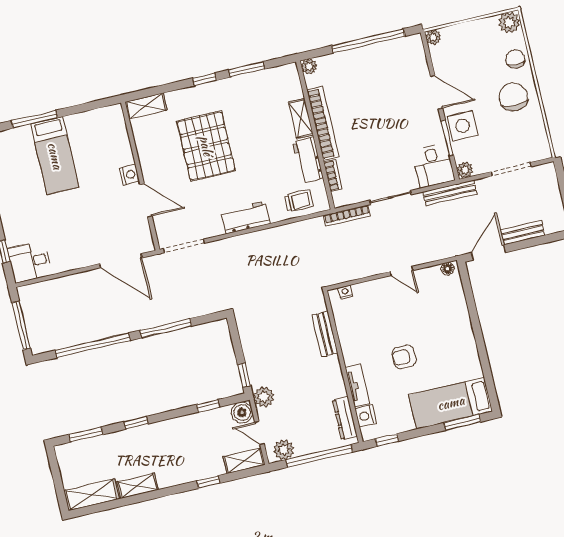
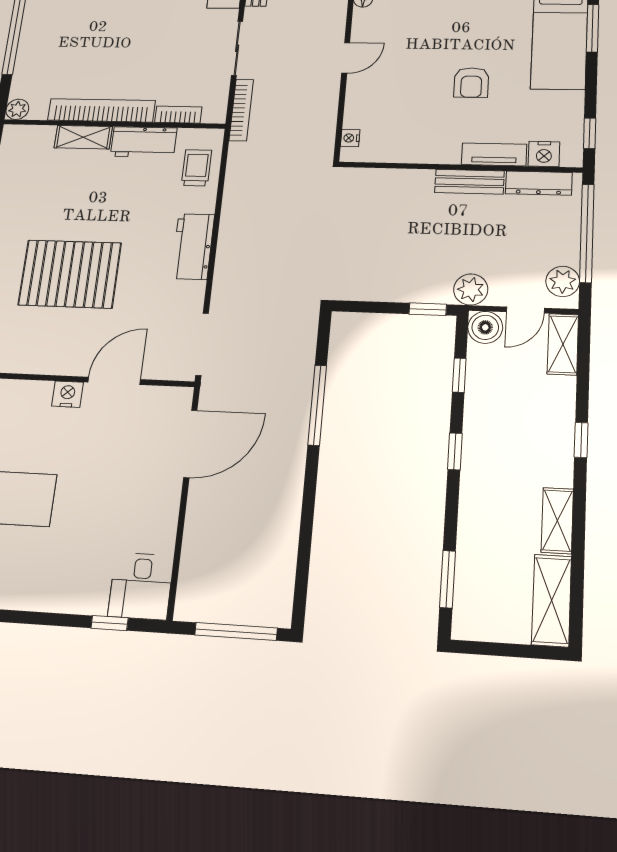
bench: (325, 334) -> (469, 182), moved
window: (93, 345) -> (306, 526), removed
window: (136, 423) -> (455, 451), moved
window: (208, 482) -> (581, 440), moved

